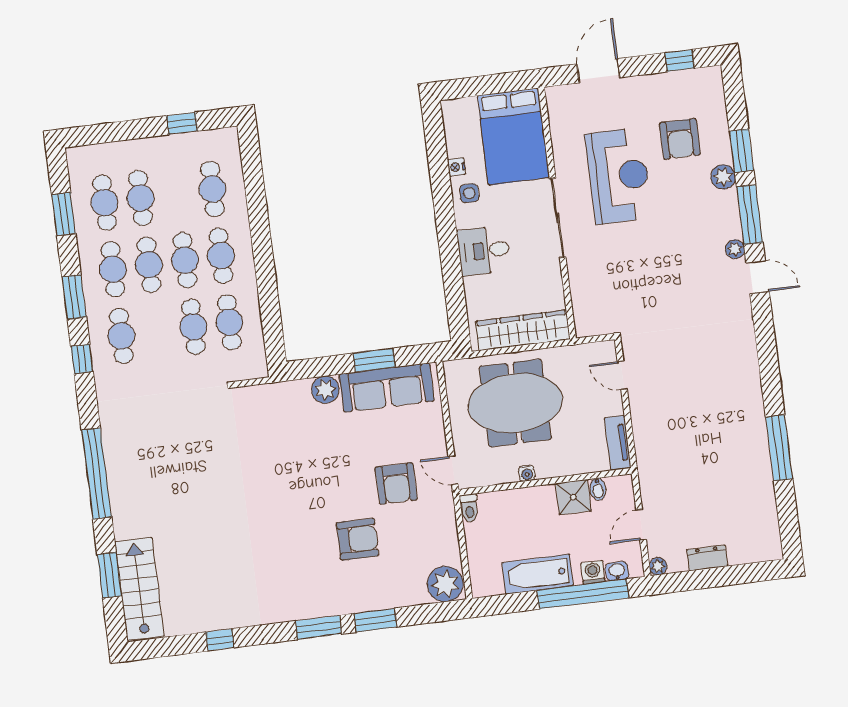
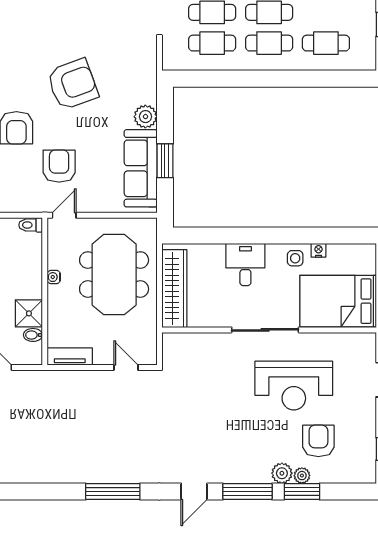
armchair: (680, 139) -> (318, 441), turned 90
plant: (735, 249) -> (302, 476), moved
door: (622, 375) -> (126, 367), hinge flipped
window: (779, 448) -> (113, 492), moved
armchair: (298, 480) -> (73, 84), added
armchair: (396, 484) -> (59, 166), turned 90

